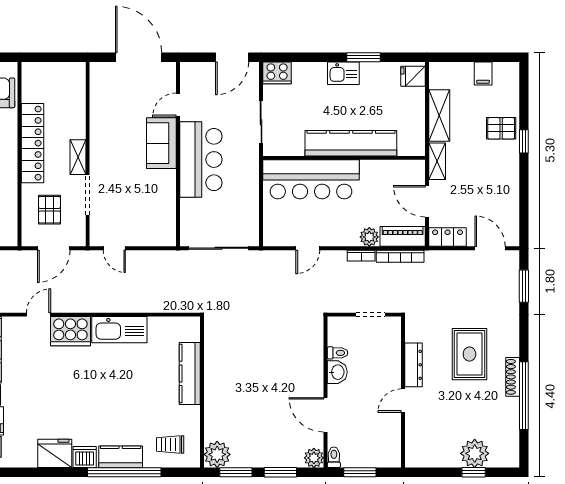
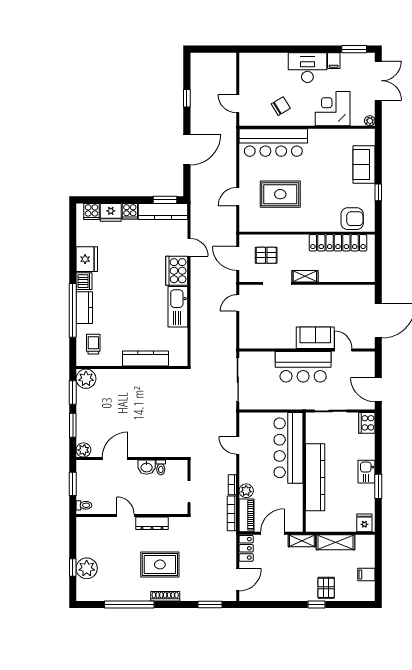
locker: (32, 143) -> (338, 243), moved
shoe rack: (513, 377) -> (165, 596), moved
toilet: (334, 457) -> (84, 505), moved

